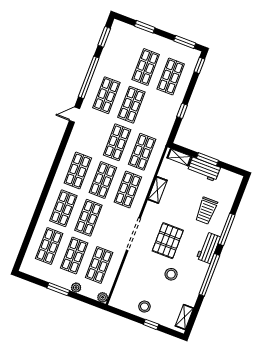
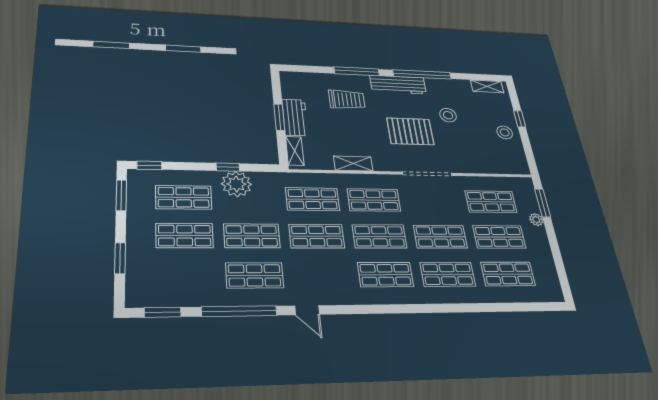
workbench: (208, 248) -> (398, 85), width x1.38
window: (58, 289) -> (543, 203), moved
plant: (103, 297) -> (236, 184), moved, width x1.88, depth x1.88

